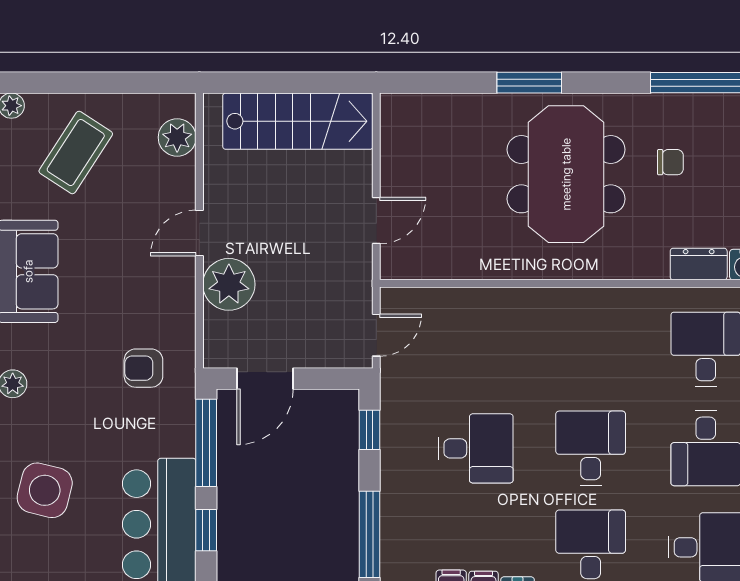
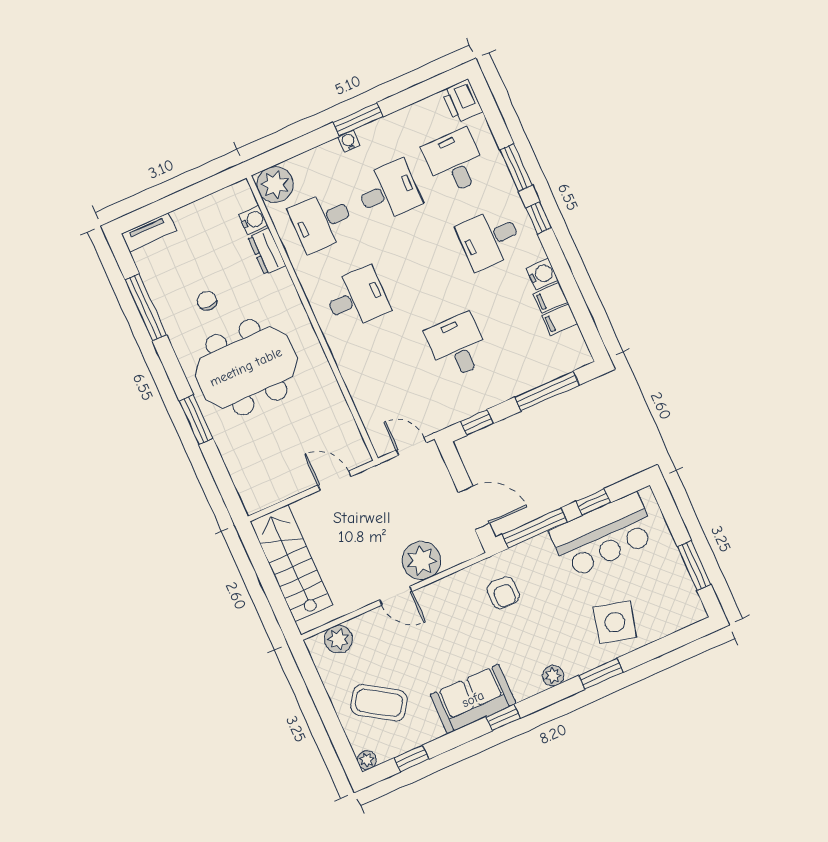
desk: (591, 448) -> (357, 298), moved, turned 180

